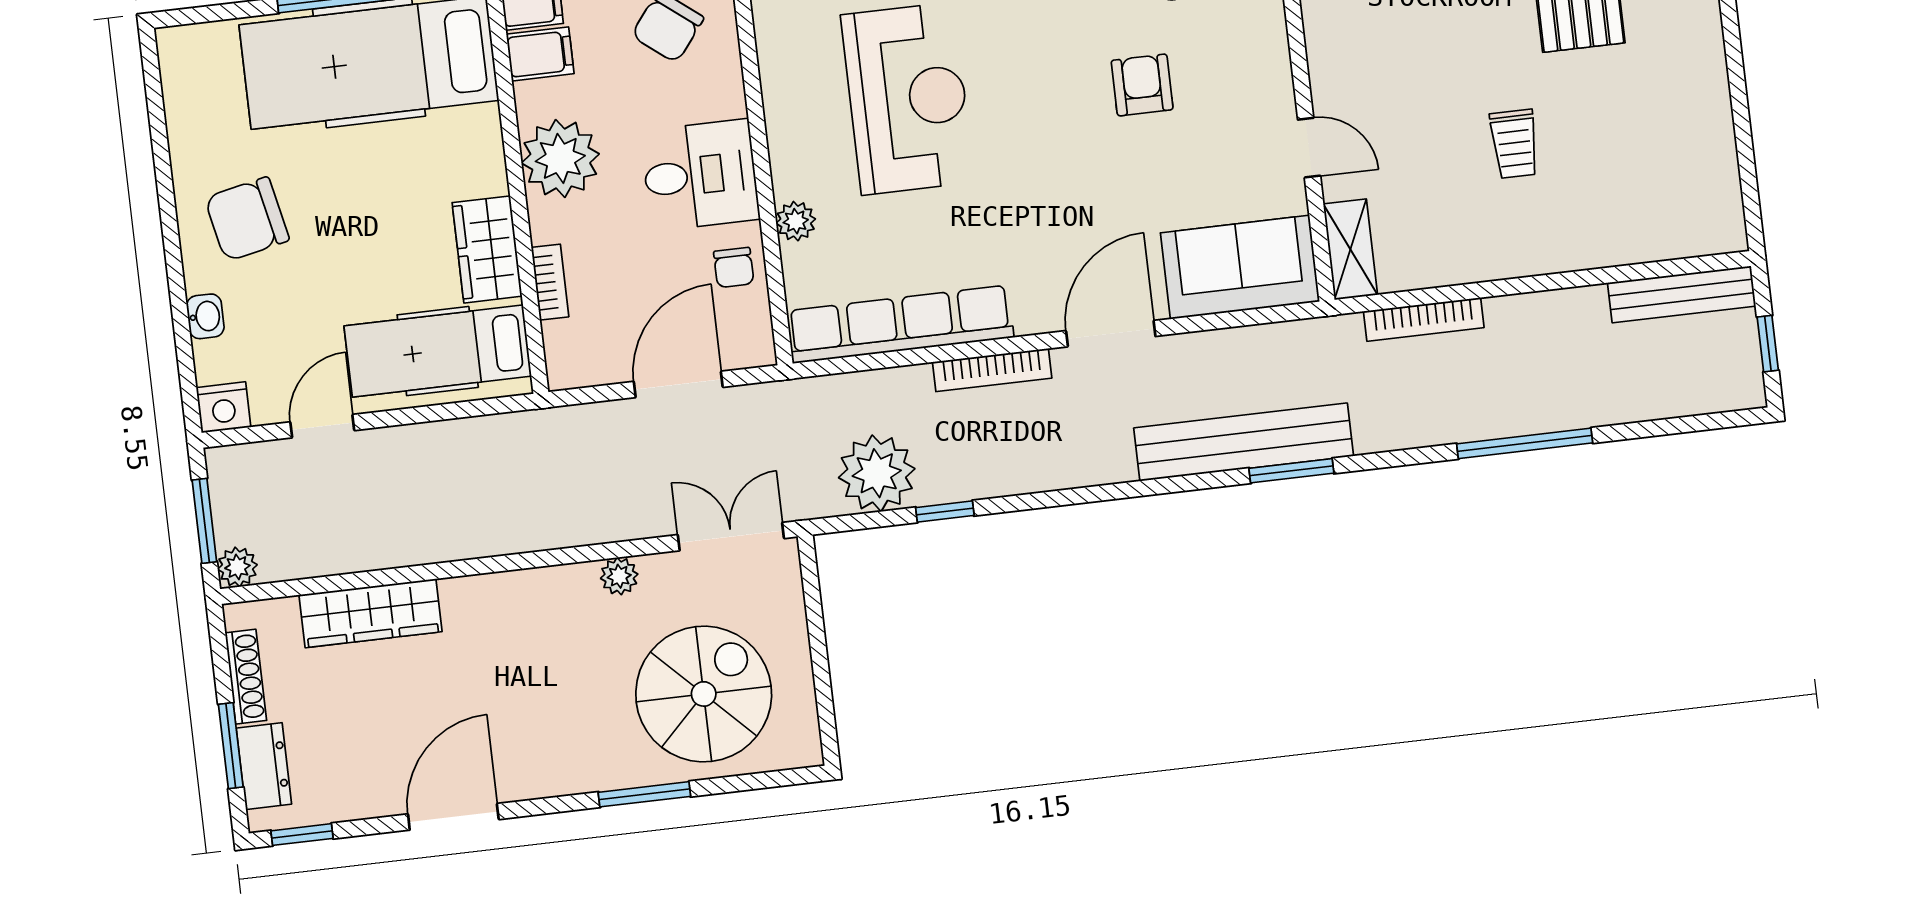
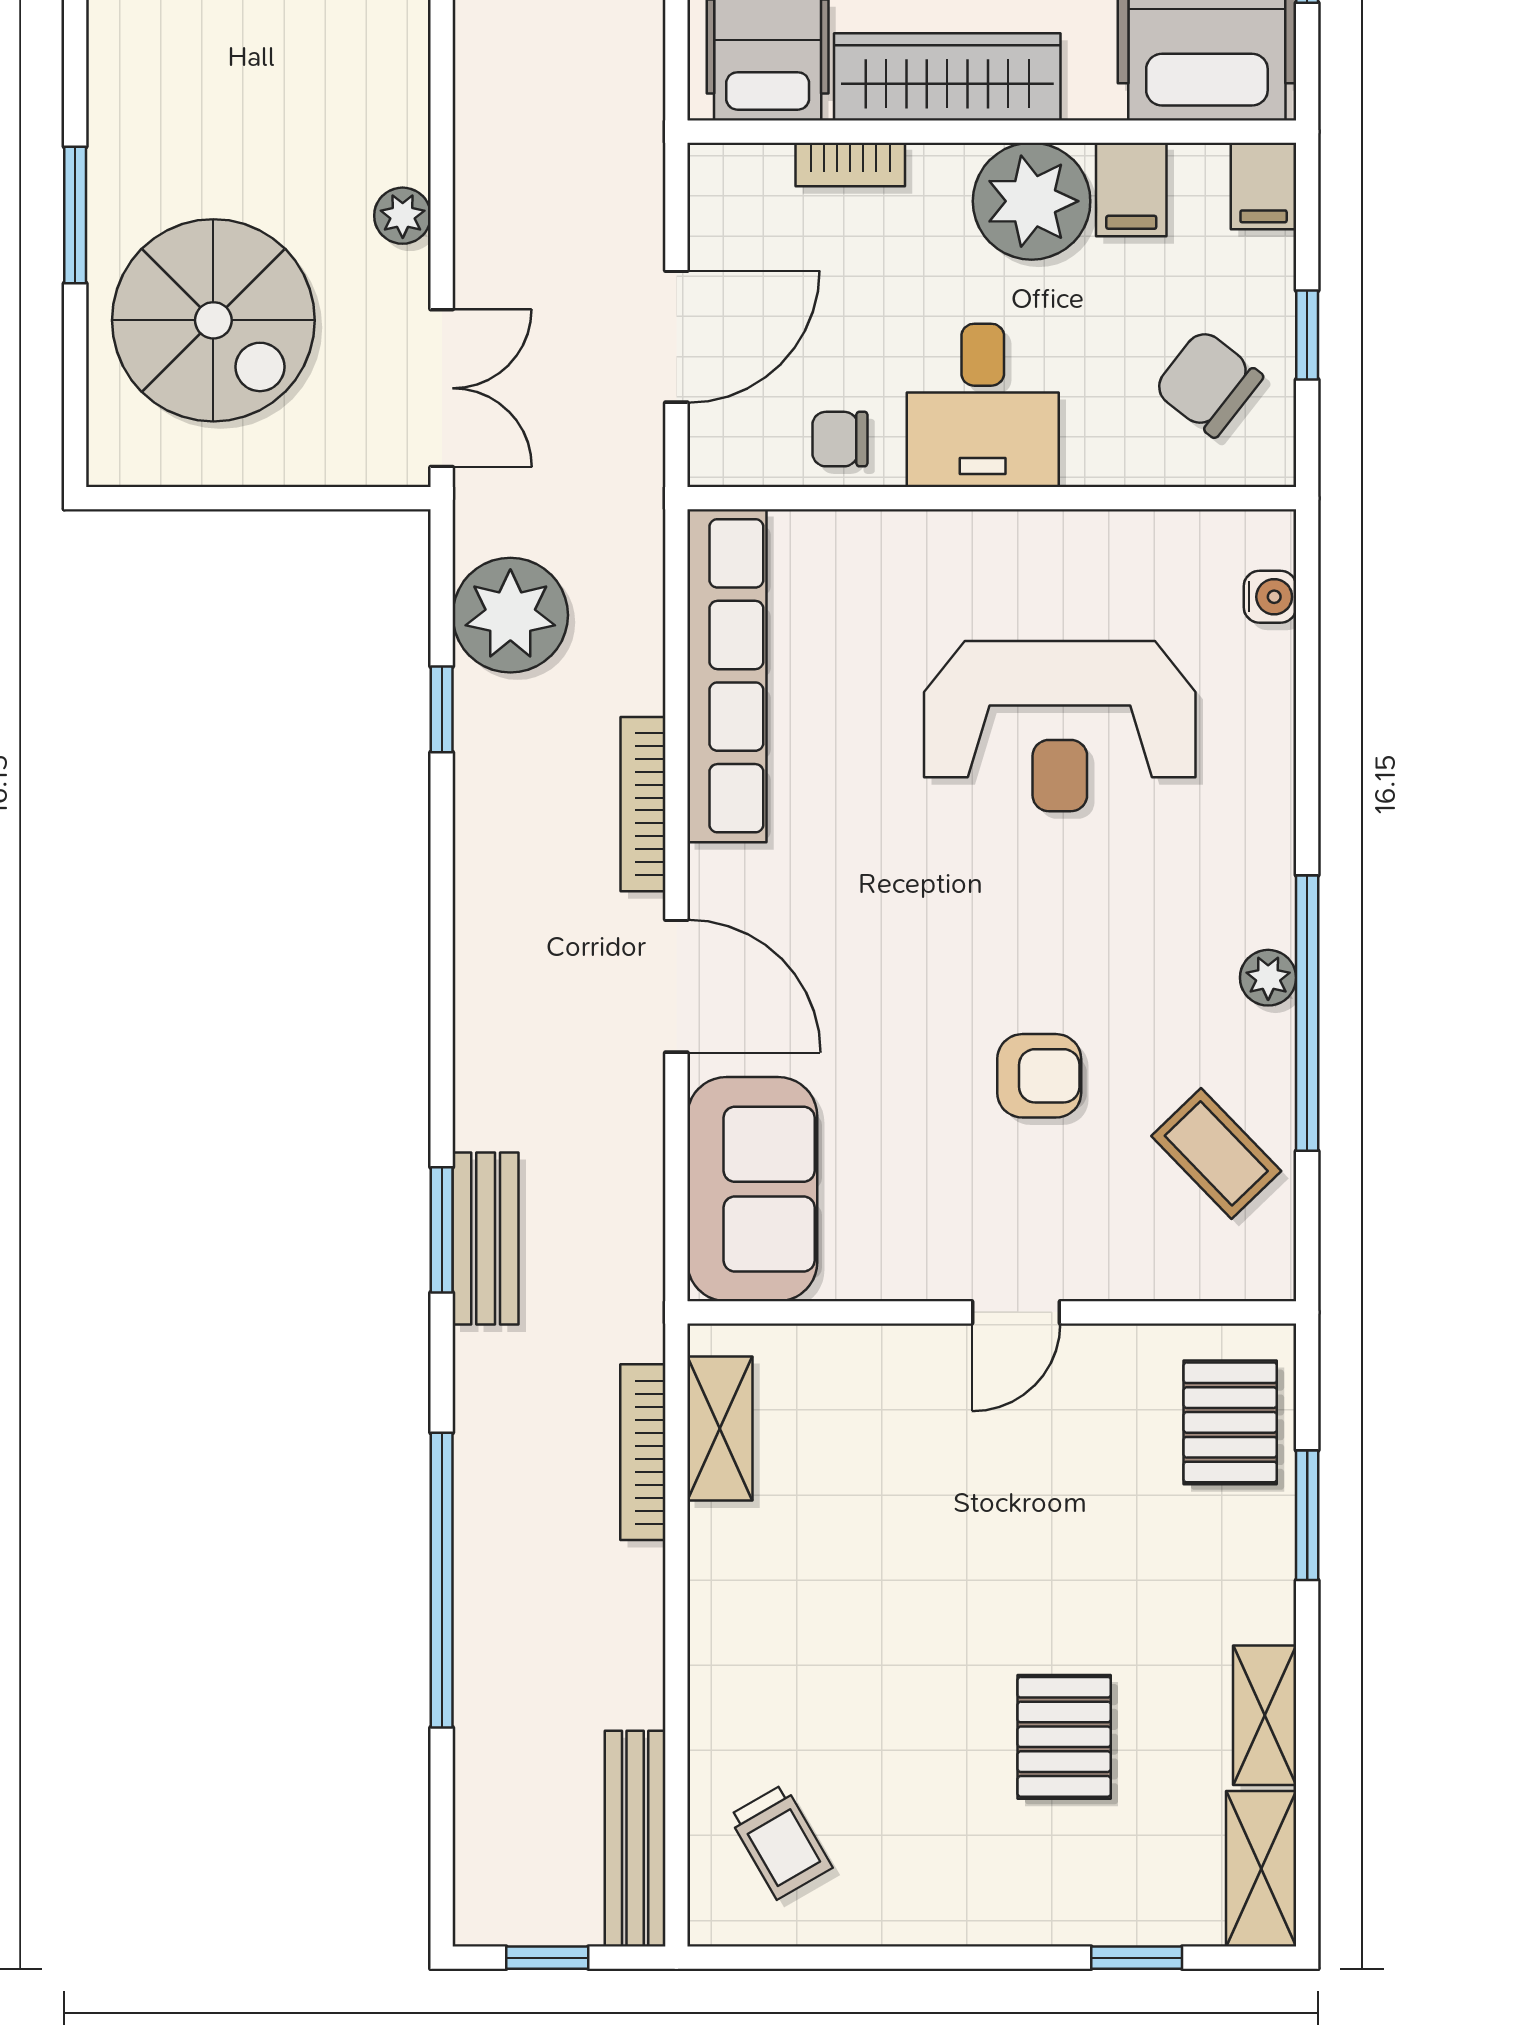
filing cabinet: (540, 54) -> (1131, 189), moved
trolley: (1514, 144) -> (780, 1842), moved, turned -120
door: (1309, 148) -> (1016, 1312), moved
plant: (796, 221) -> (898, 539), removed
wardrobe: (487, 249) -> (947, 77), width x1.50
shelving: (1350, 249) -> (720, 1428), moved, turned 90
door: (678, 384) -> (676, 337), hinge flipped
bench: (1244, 442) -> (486, 1238), width x0.54, depth x0.82
window: (1525, 443) -> (442, 1580), width x1.46

